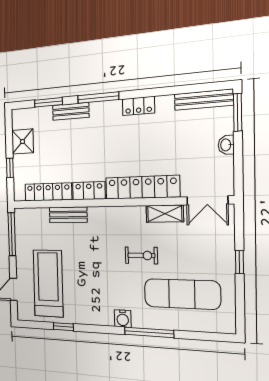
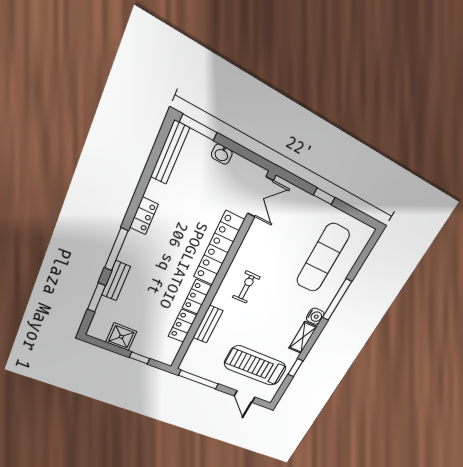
locker: (48, 192) -> (182, 326), width x0.66
shelving: (165, 214) -> (303, 337), moved
exercise bike: (141, 255) -> (246, 287), moved

